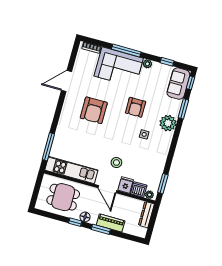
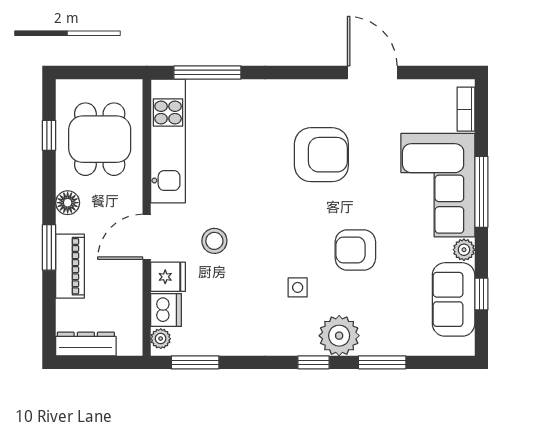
window: (191, 83) -> (314, 362), moved
sofa: (178, 84) -> (454, 299), moved, turned -90
armchair: (94, 110) -> (321, 155), turned 180
dresser: (146, 215) -> (86, 344), moved
window: (75, 222) -> (49, 135), moved

